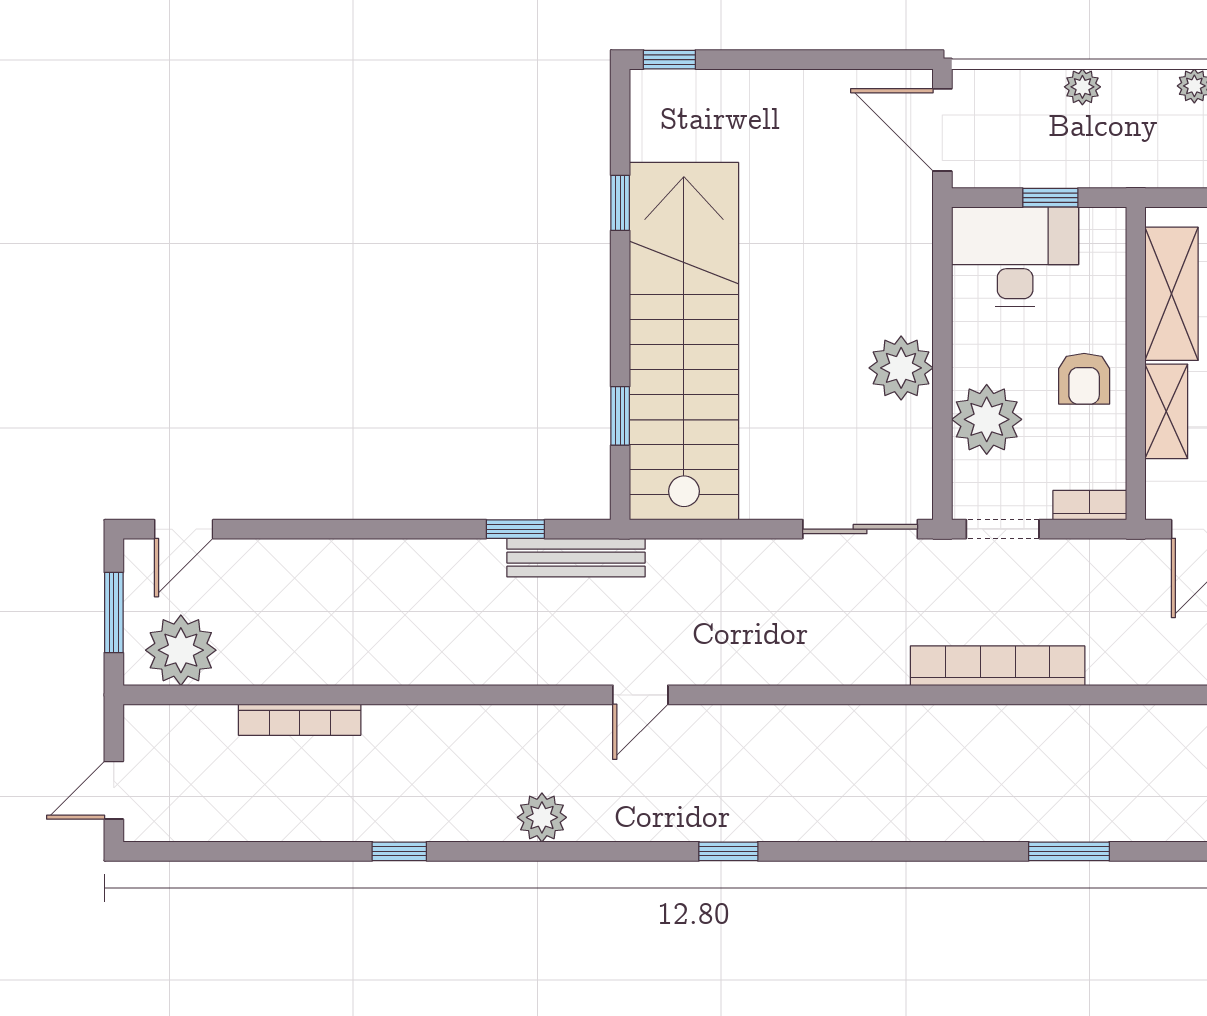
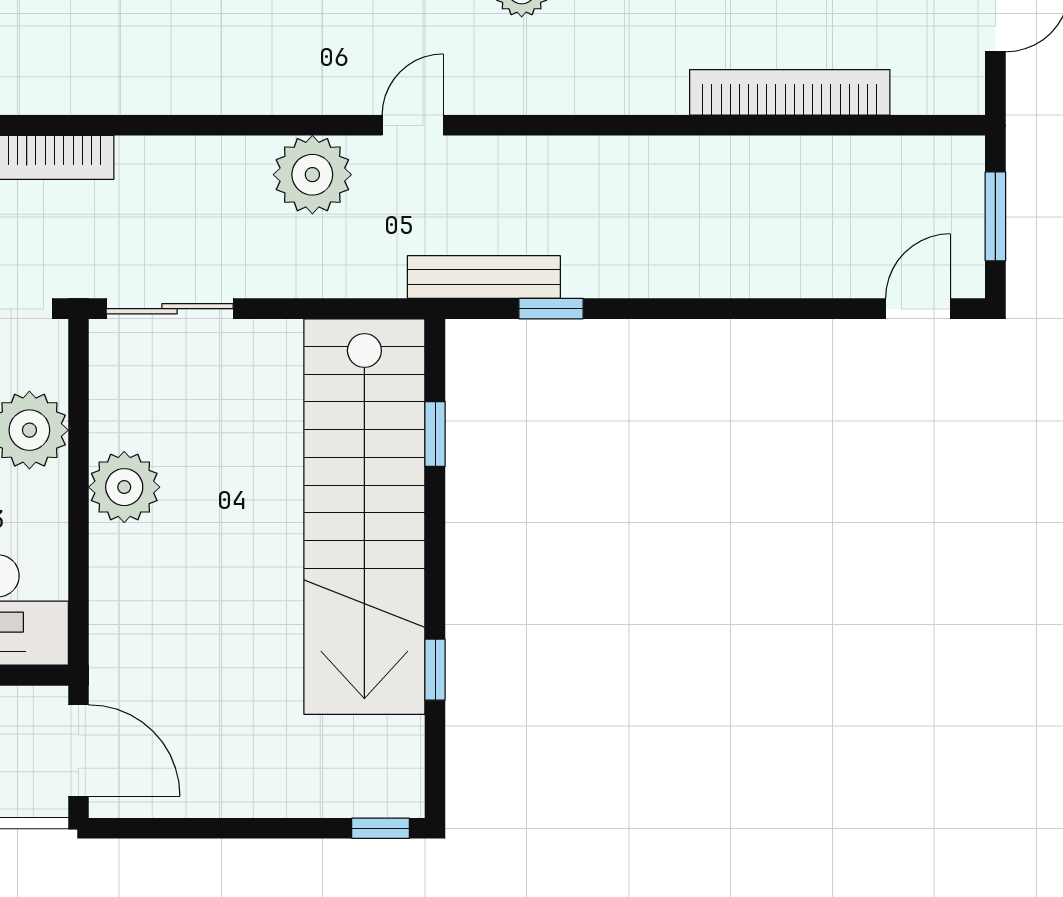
plant: (181, 650) -> (312, 175), moved
bookcase: (300, 720) -> (790, 92), width x1.48, depth x1.31

